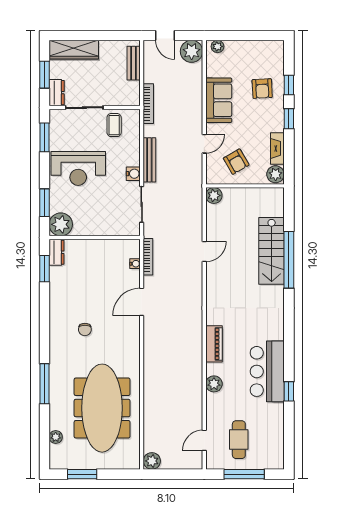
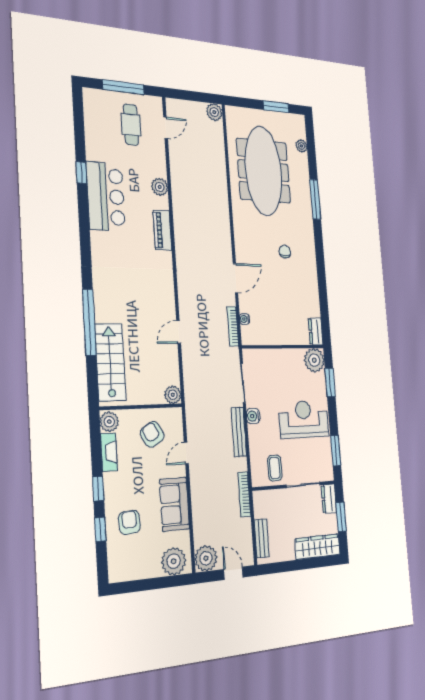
plant: (218, 46) -> (174, 561), width x1.87, depth x1.87
stairs: (272, 251) -> (110, 362), moved
window: (44, 269) -> (325, 315), removed

